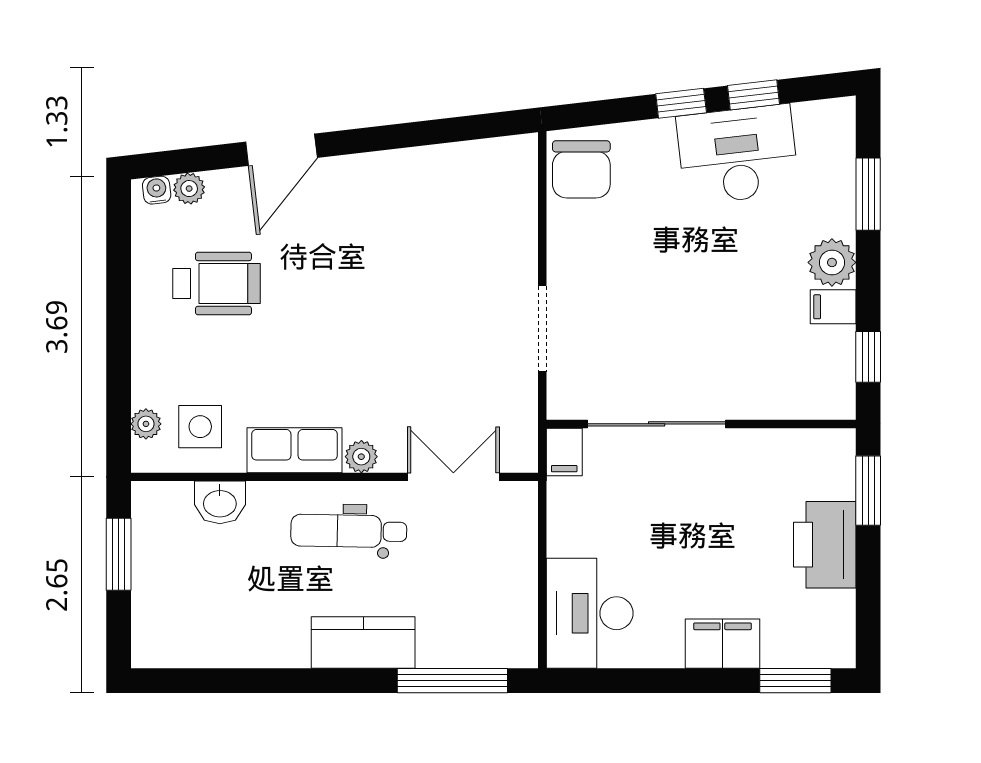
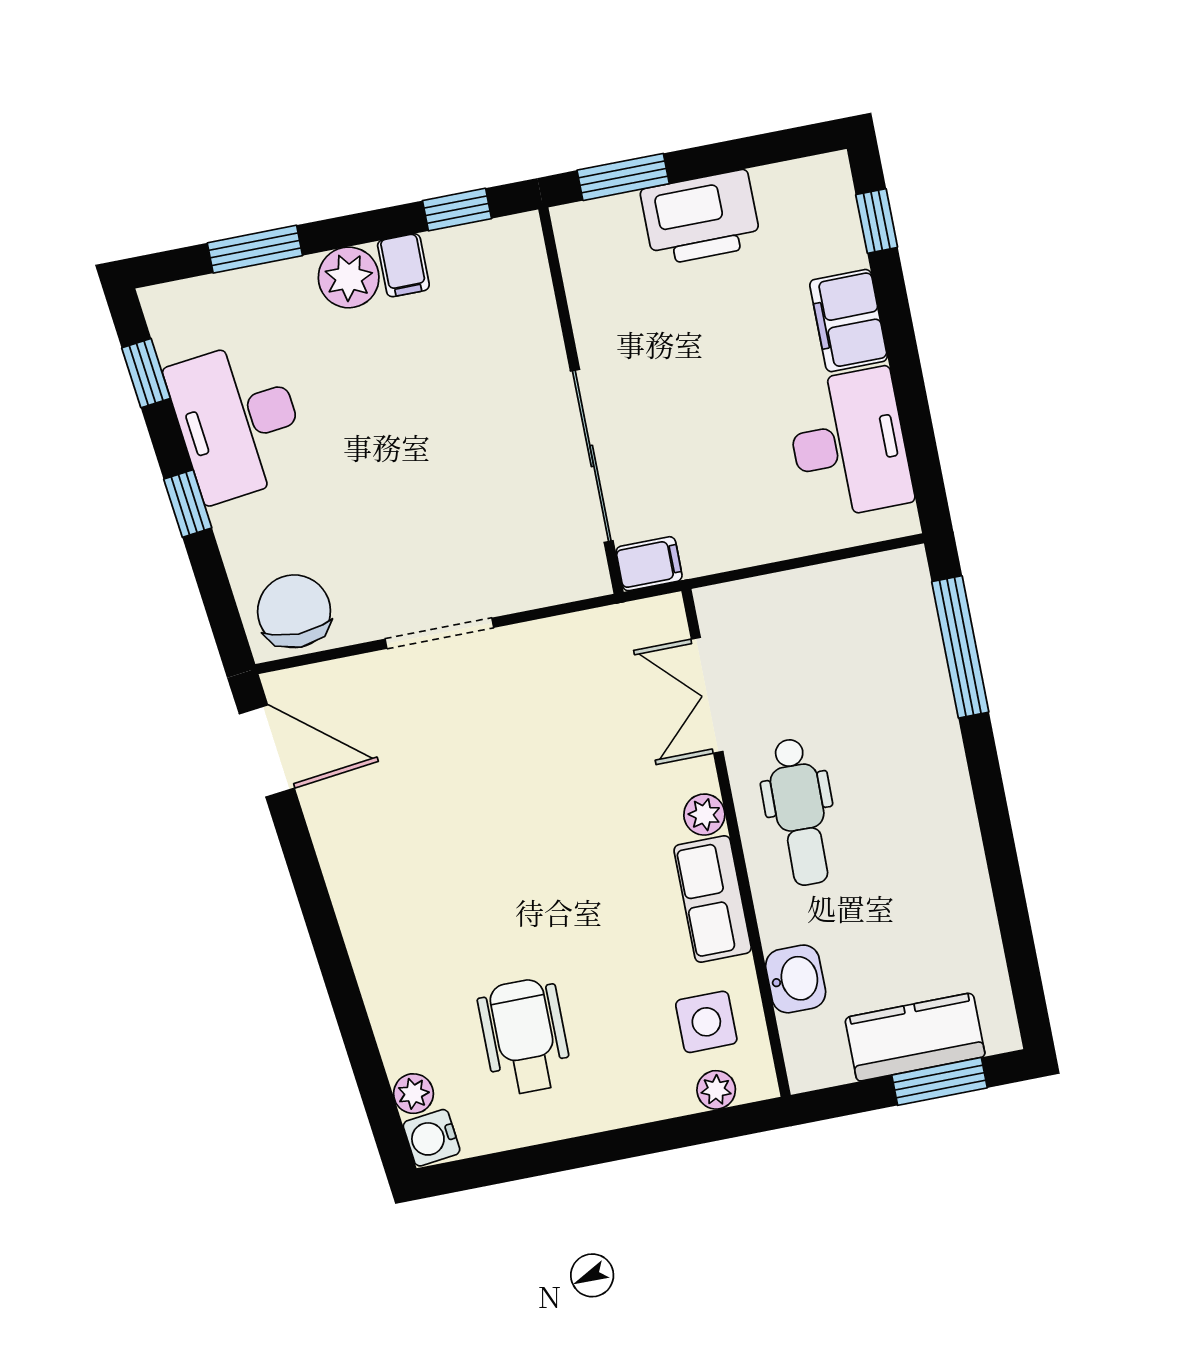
window: (754, 95) -> (146, 373), moved
door: (281, 150) -> (267, 751), moved
chair: (581, 169) -> (294, 611), turned -90
water cooler: (157, 190) -> (432, 1138), width x1.38, depth x1.38
doorway: (542, 329) -> (439, 633), moved
window: (119, 554) -> (939, 1081), moved
desk: (590, 613) -> (849, 444), moved, turned -90
kitchen counter: (363, 642) -> (915, 1037), moved, turned 90
window: (795, 681) -> (877, 221), width x0.67

